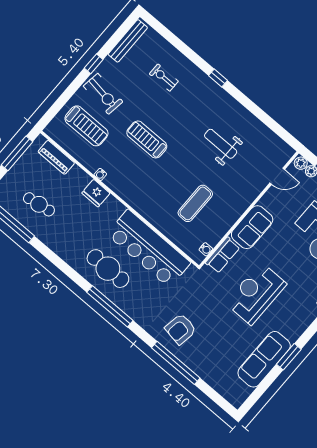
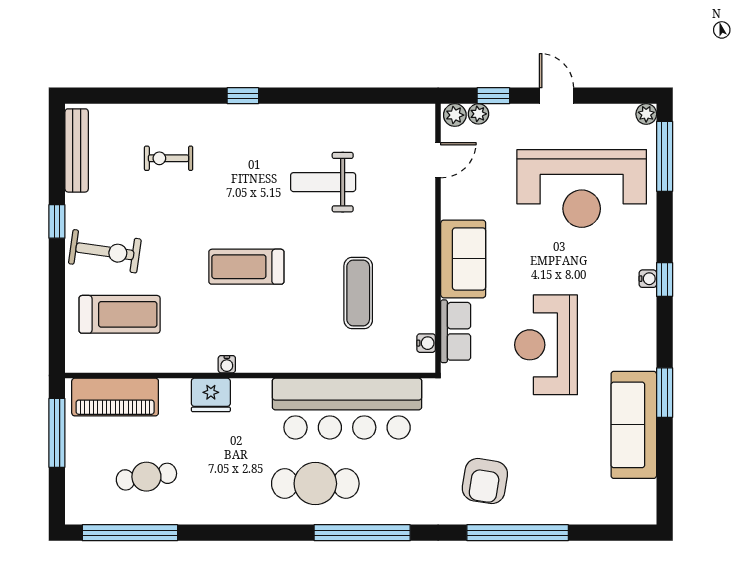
treadmill: (147, 139) -> (246, 267), moved
piano: (56, 157) -> (115, 397), width x1.37, depth x1.33
water cooler: (100, 174) -> (227, 364), moved

